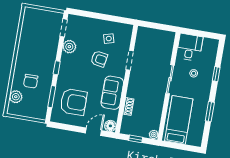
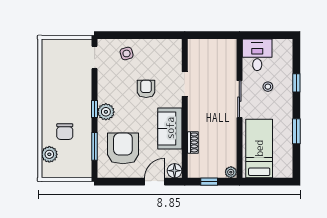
side table: (109, 39) -> (127, 53), moved
plant: (69, 47) -> (106, 112), moved
armchair: (99, 59) -> (146, 89), turned -99
armchair: (73, 102) -> (123, 148), turned -90

